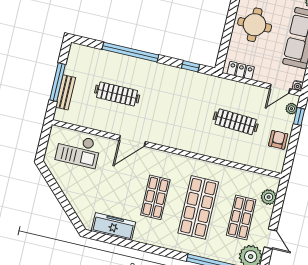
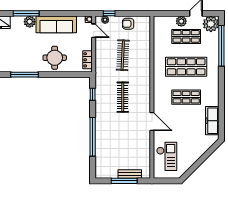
clothes rail: (117, 94) -> (123, 97), moved
plant: (269, 197) -> (181, 21), moved

